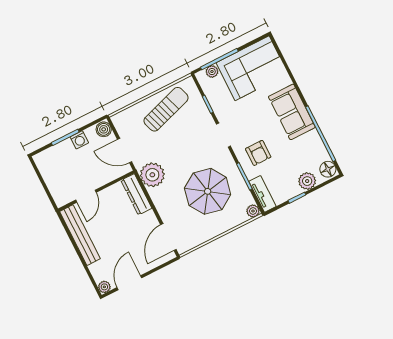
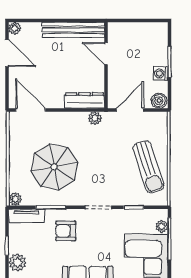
plant: (152, 175) -> (95, 118), width x0.53, depth x0.53

